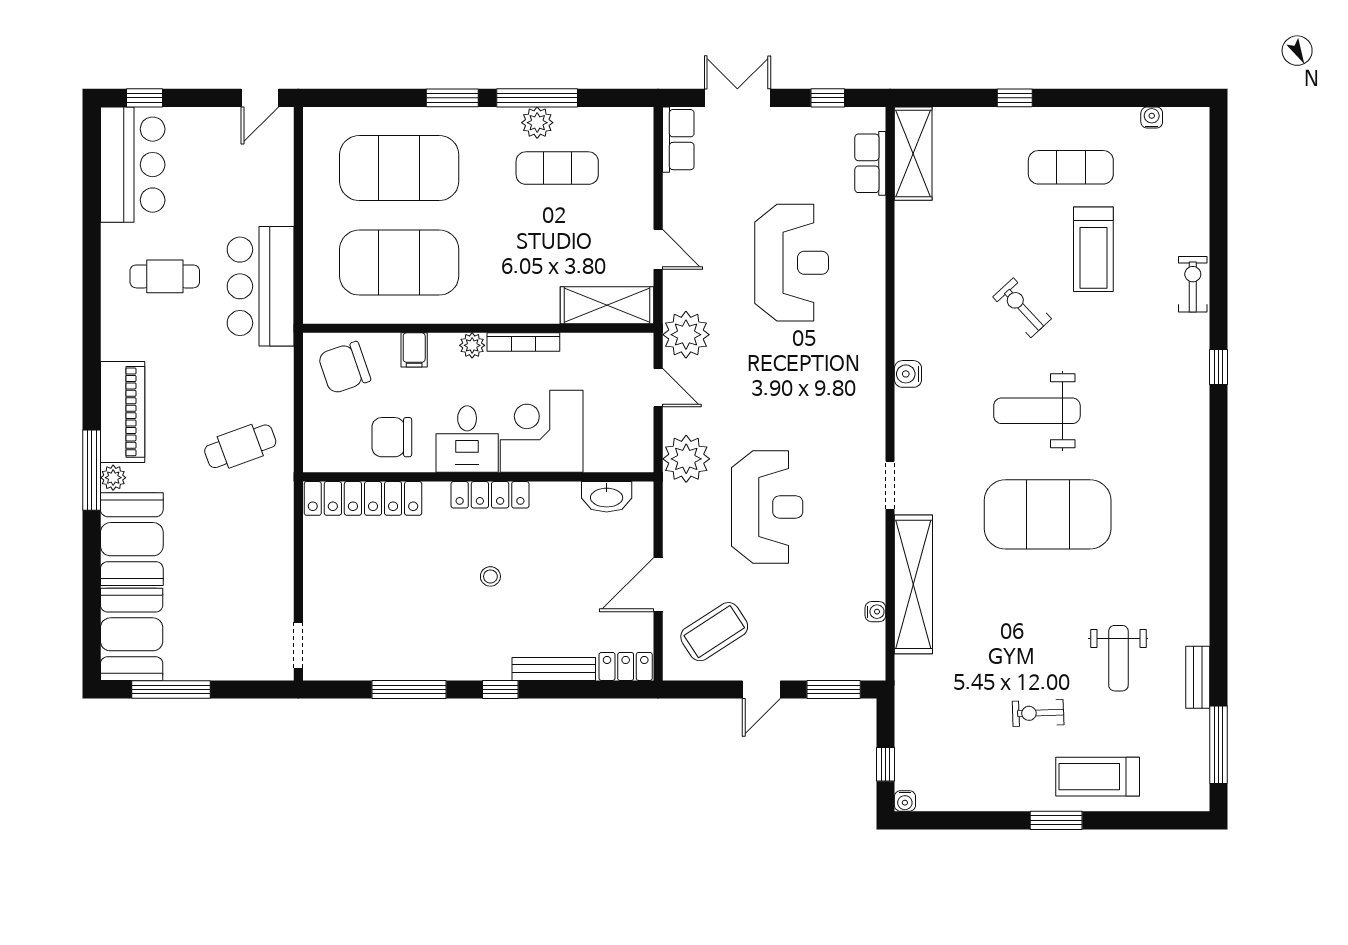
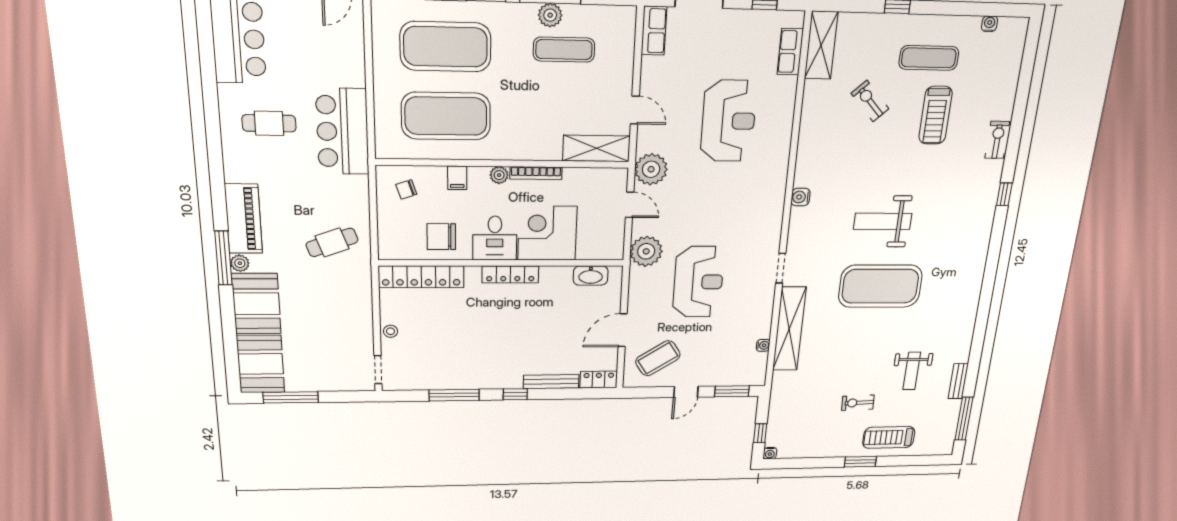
exercise bike: (1022, 308) -> (870, 101), moved
chair: (344, 368) -> (406, 189), width x0.54, depth x0.54
stool: (490, 576) -> (391, 331), moved

